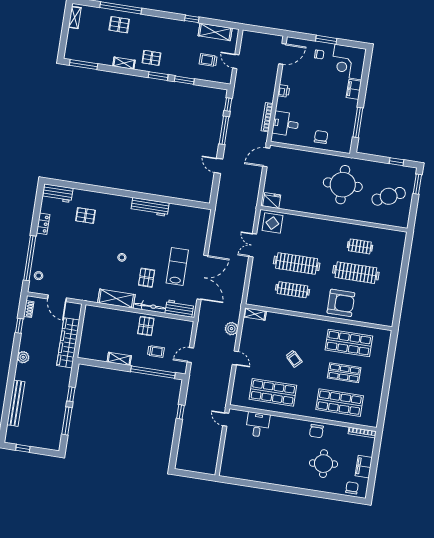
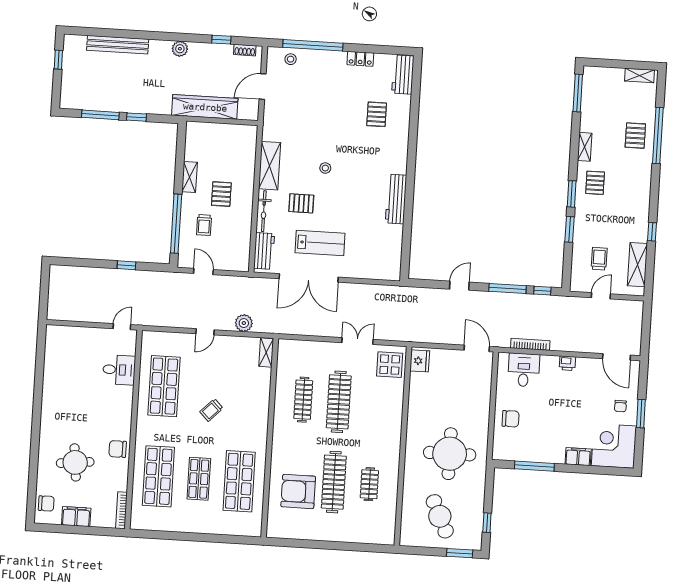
armchair: (341, 303) -> (298, 492), moved, turned 90
pallet: (146, 326) -> (221, 194), moved, turned 90

